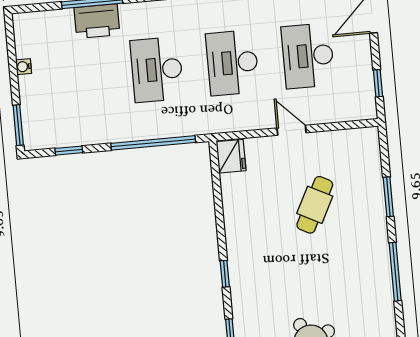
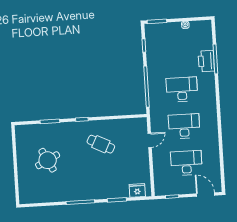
door: (292, 130) -> (150, 140), moved
fridge: (231, 156) -> (137, 190), moved, turned 180
cafe table: (315, 205) -> (101, 144), moved

